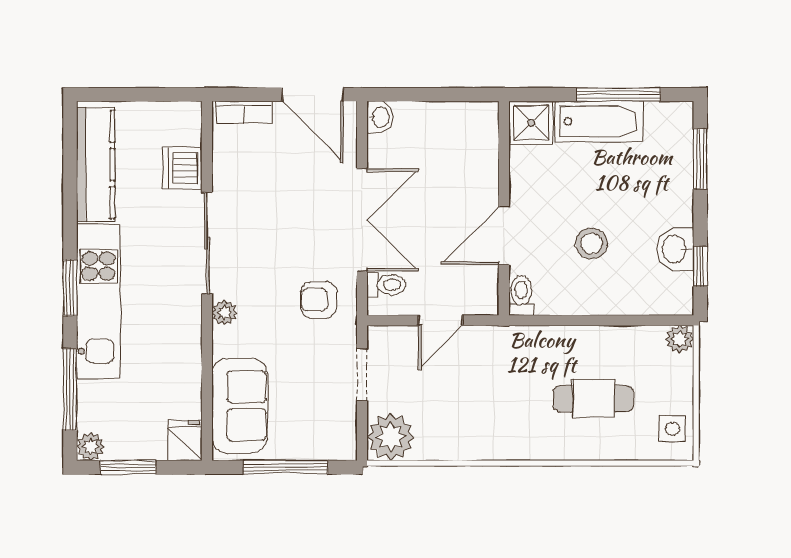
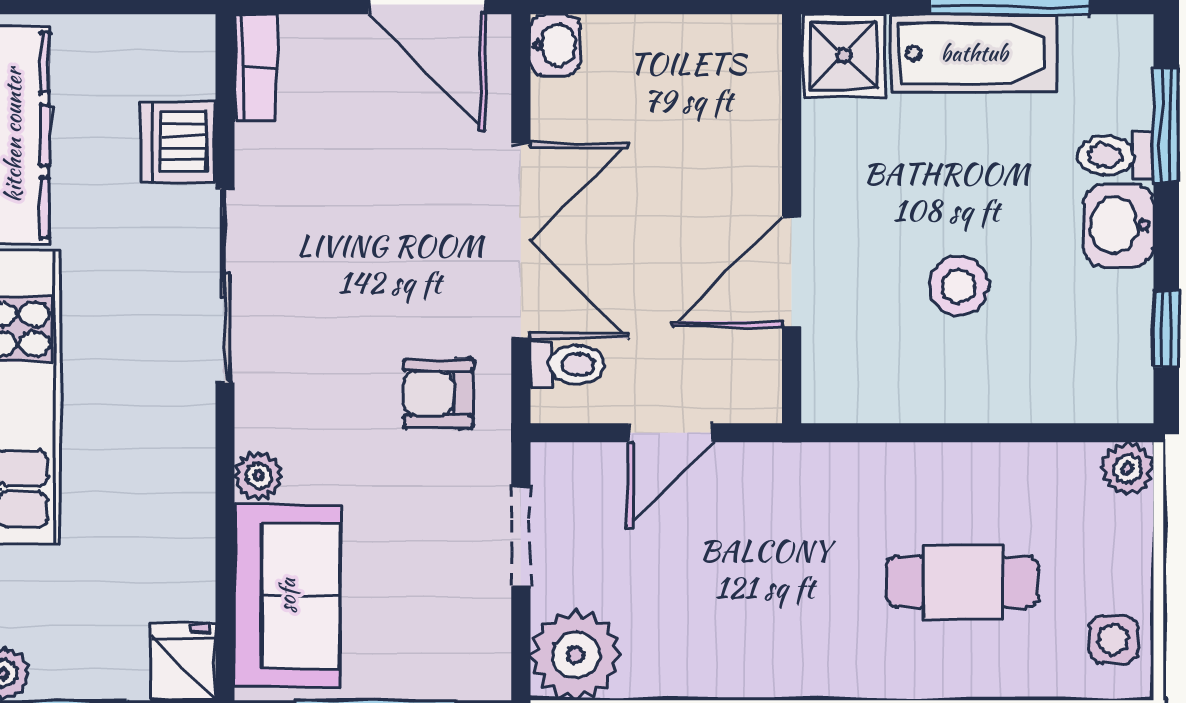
bookcase: (244, 112) -> (256, 67), moved, turned -90
washbasin: (675, 249) -> (1119, 225), moved
toilet: (521, 295) -> (1116, 156), moved, turned -90
plant: (224, 313) -> (258, 476), moved

